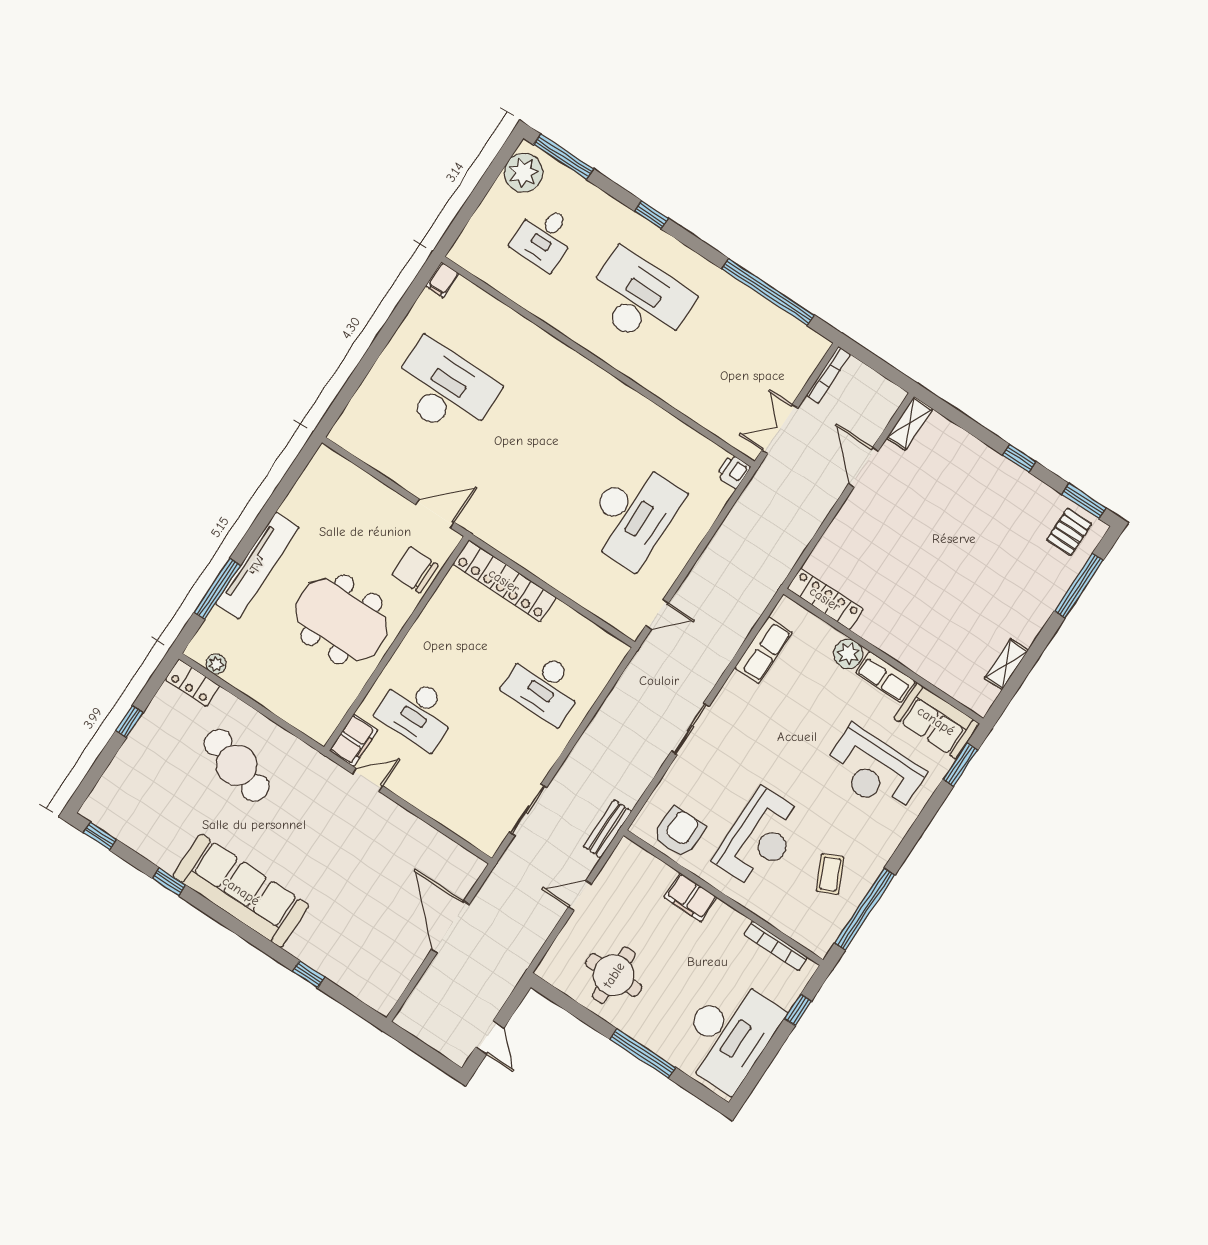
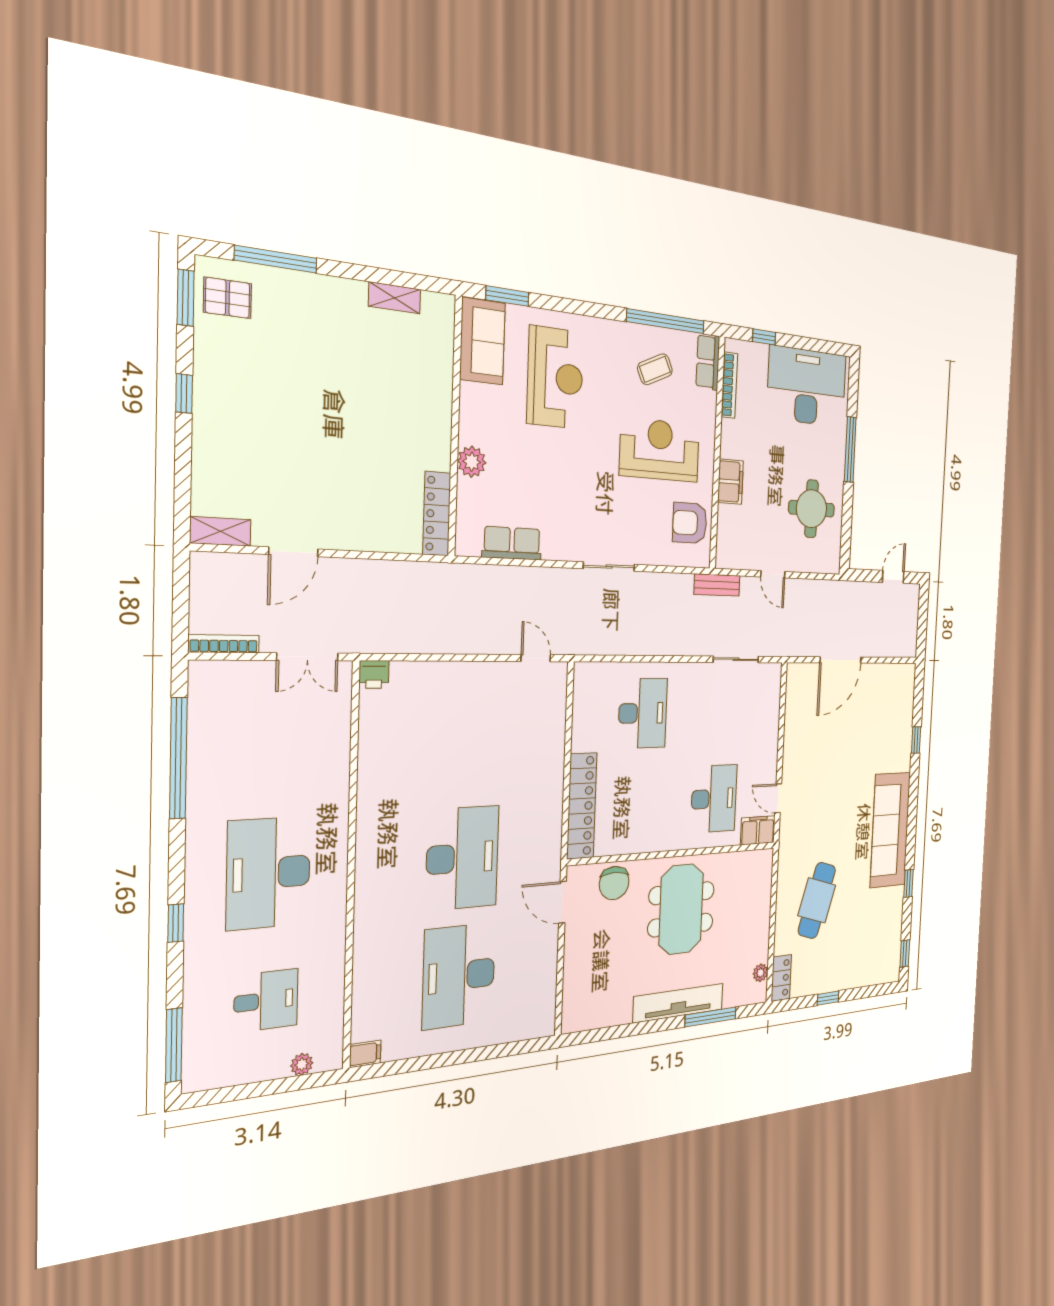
plant: (523, 173) -> (302, 1064), moved, width x0.53, depth x0.53
desk: (632, 514) -> (462, 858), moved, turned 90
row of seats: (885, 677) -> (708, 362), moved, turned 180

